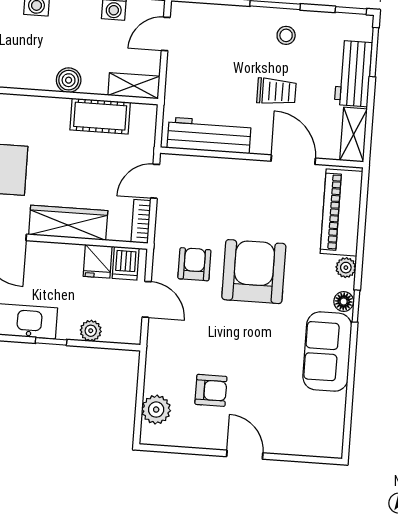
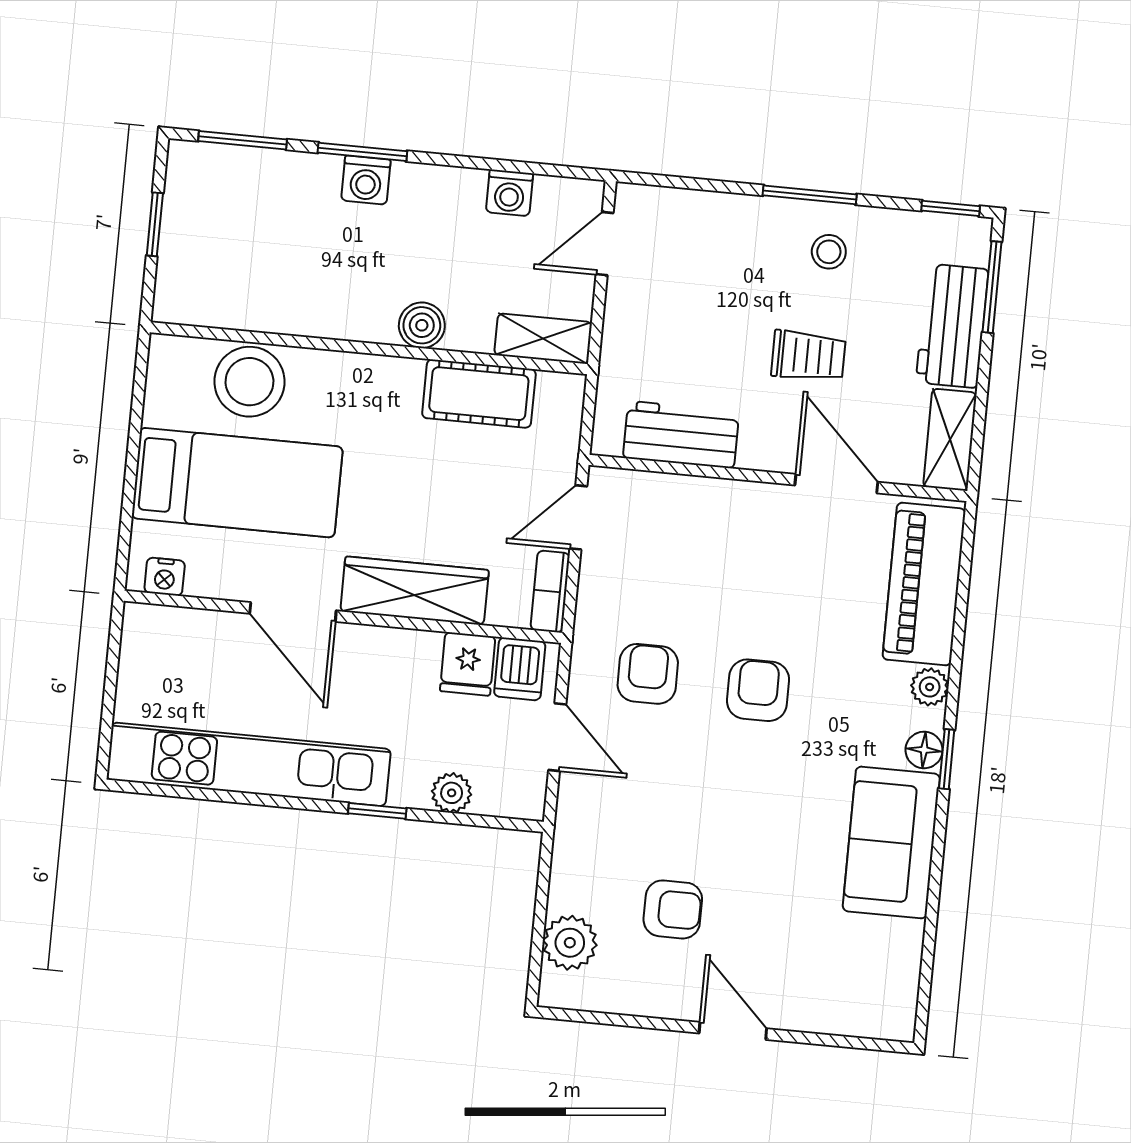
workbench: (209, 135) -> (681, 435), width x0.73
armchair: (254, 272) -> (758, 690), width x0.53, depth x0.53

